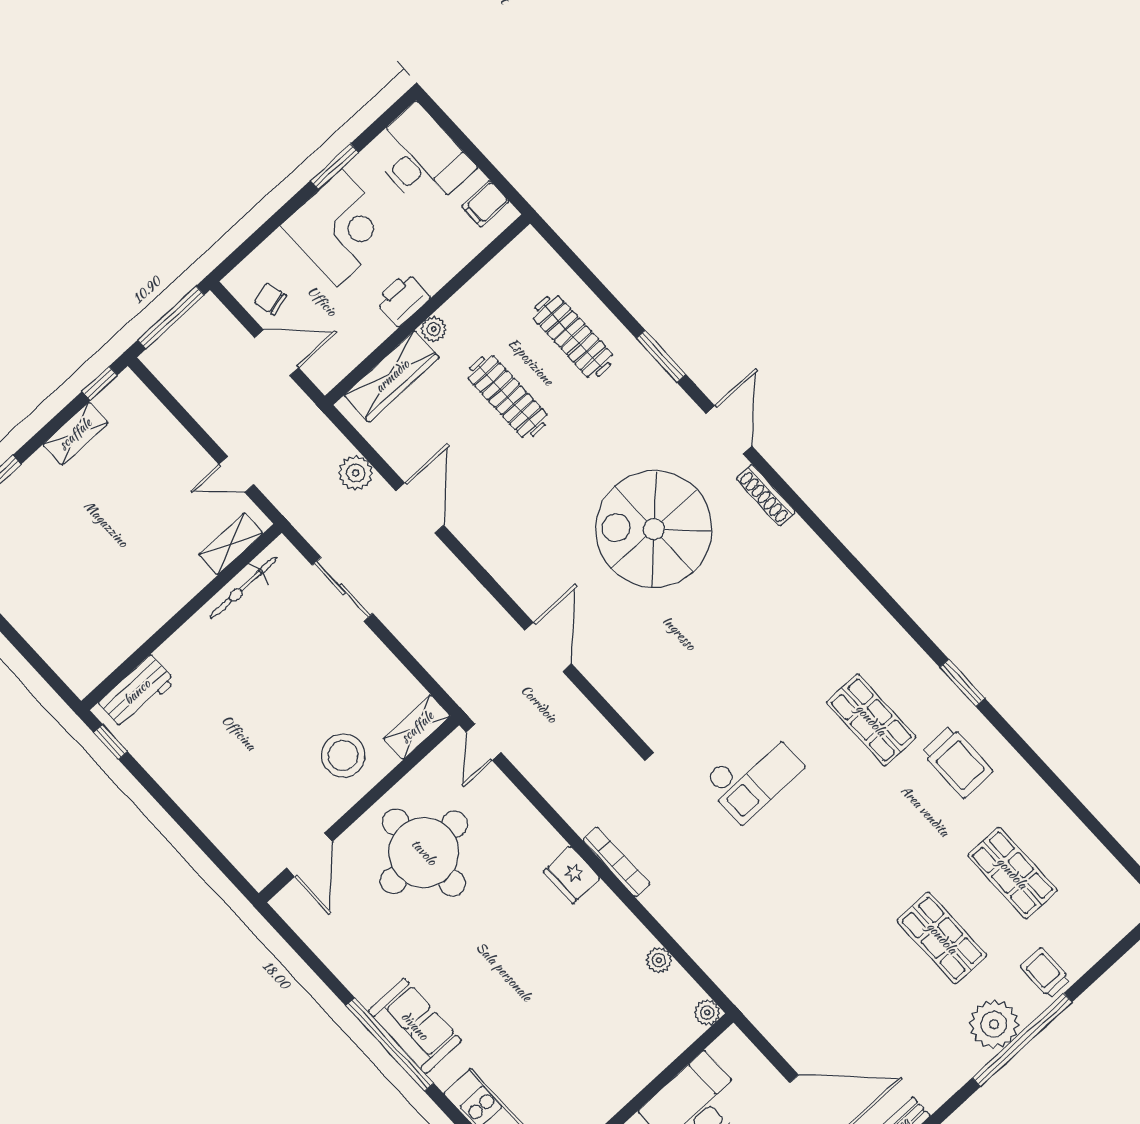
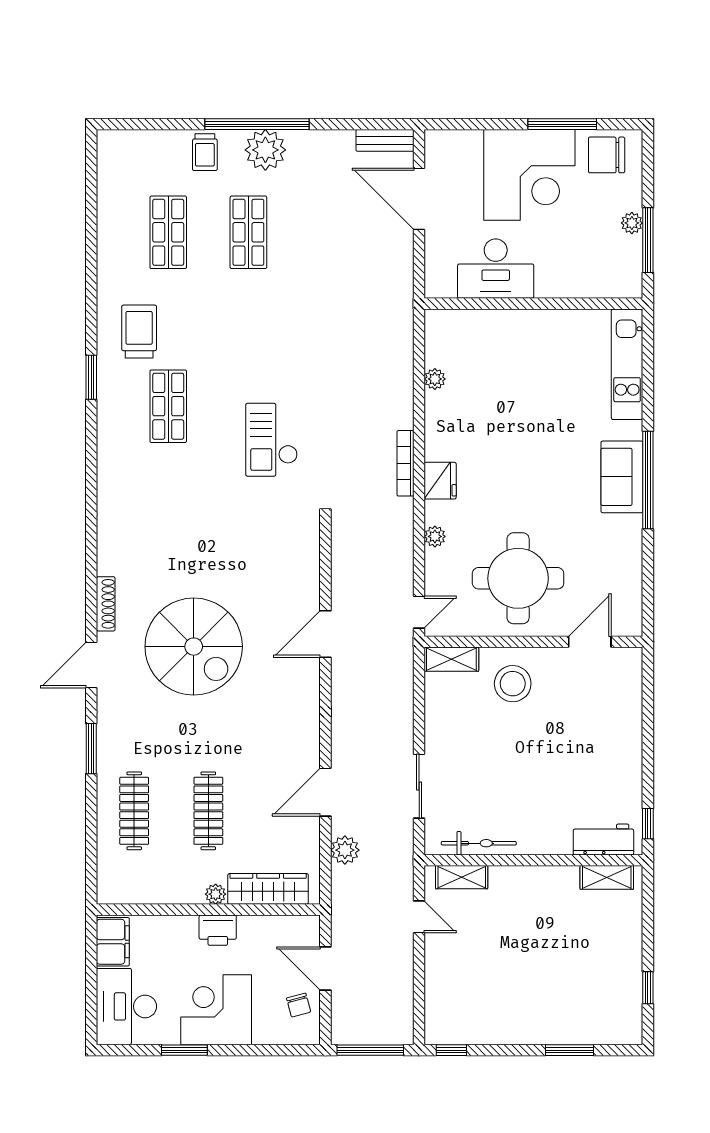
filing cabinet: (485, 204) -> (113, 942), width x2.00
shelving: (75, 434) -> (607, 877), moved
checkout: (753, 774) -> (272, 440), turned -90
plant: (707, 1013) -> (435, 536), moved

